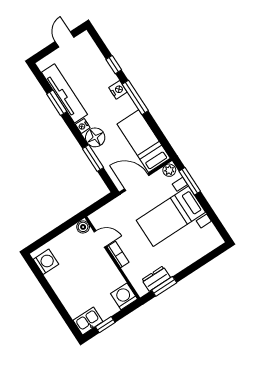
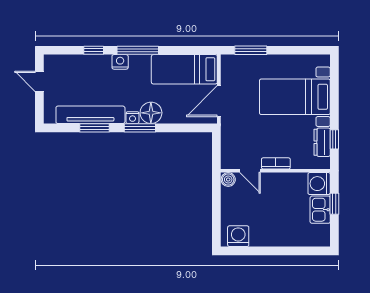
window: (93, 158) -> (140, 128), moved
plant: (169, 170) -> (228, 63), removed
bed with nightstands: (171, 216) -> (295, 97), moved, turned 90
door: (100, 239) -> (250, 171), swing flipped
window: (164, 286) -> (334, 139), width x0.67
kitchen sink: (88, 321) -> (320, 210), moved
window: (105, 325) -> (334, 204), moved

